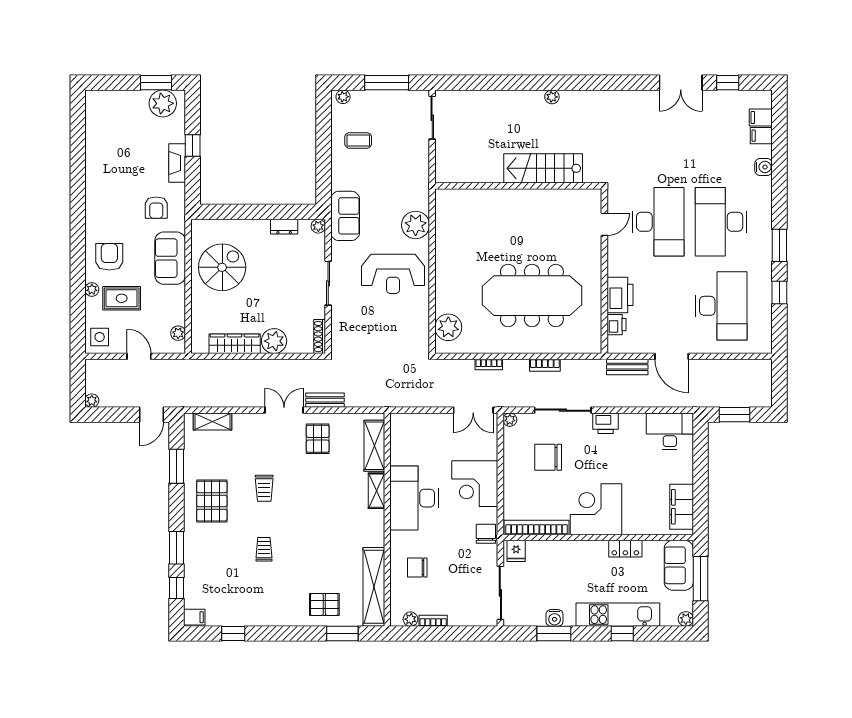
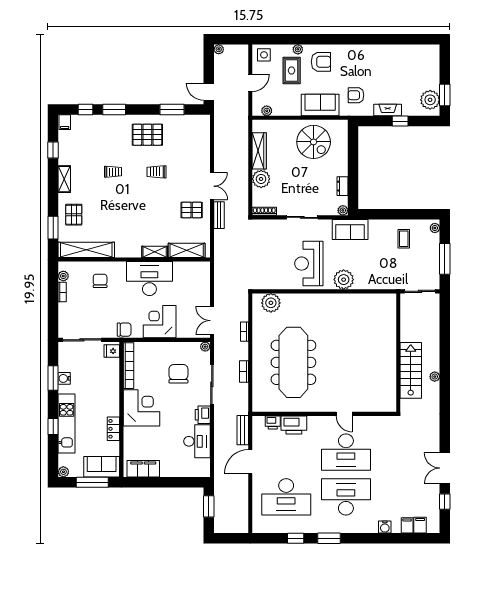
stairs: (543, 168) -> (411, 370), moved
wall: (518, 186) -> (398, 353), moved
shelving: (212, 421) -> (64, 179), moved
desk: (670, 431) -> (197, 441), moved

